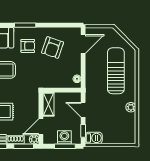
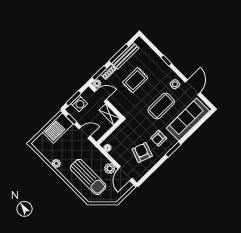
plant: (92, 60) -> (110, 168), added
door: (41, 127) -> (100, 96), hinge flipped
barbecue: (94, 138) -> (58, 128), width x1.88, depth x1.53

